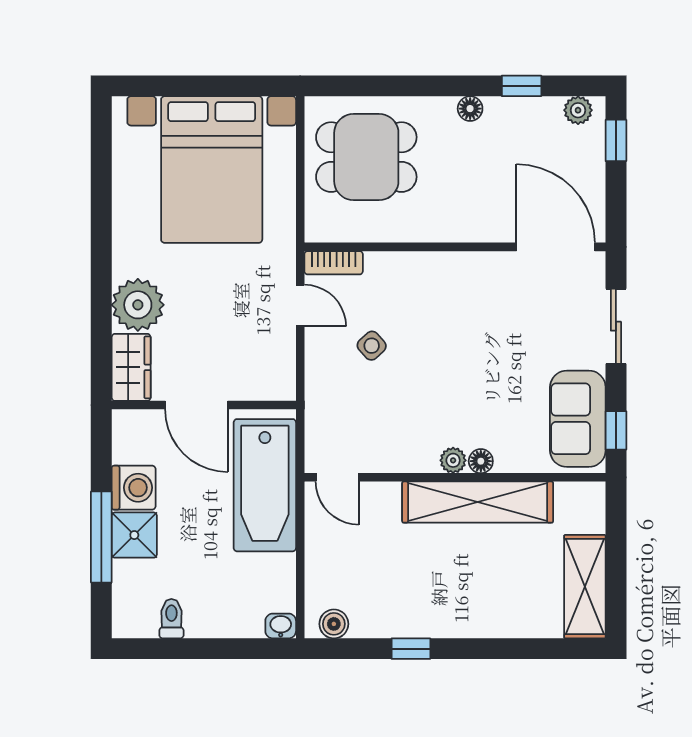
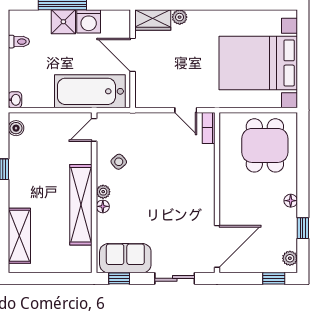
plant: (138, 305) -> (180, 17), width x0.53, depth x0.53
door: (300, 306) -> (186, 110), hinge flipped
side table: (372, 346) -> (119, 162), moved
door: (196, 405) -> (133, 55), hinge flipped
shelving: (585, 587) -> (19, 236), moved, turned 90

